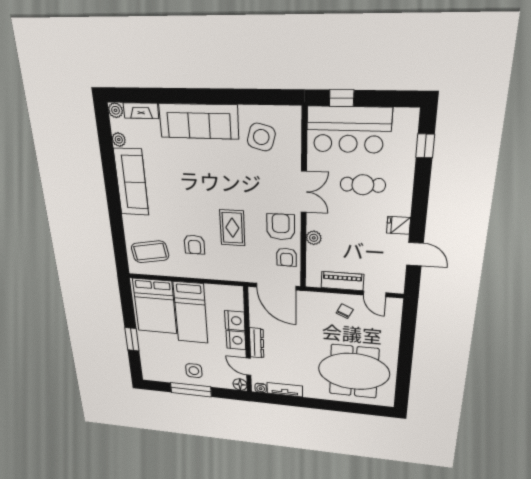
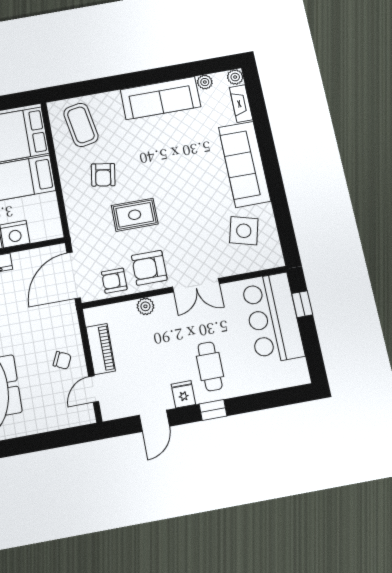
window: (425, 146) -> (213, 410), moved
cafe table: (363, 185) -> (210, 366), moved
armchair: (281, 227) -> (149, 268), turned 180
armchair: (194, 245) -> (103, 175), turned -81

